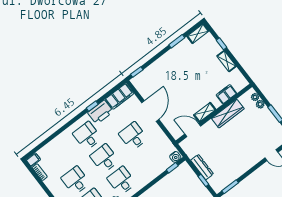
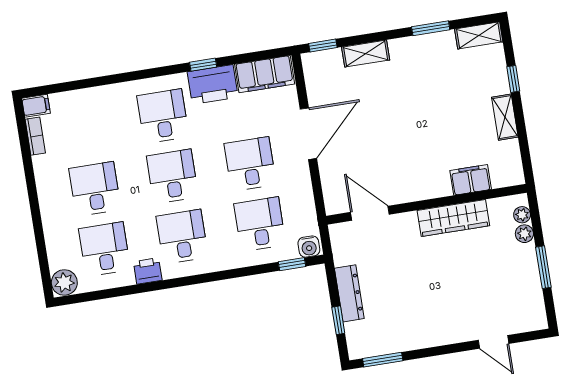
shelving: (205, 112) -> (366, 54), moved
desk: (150, 159) -> (260, 224), added

